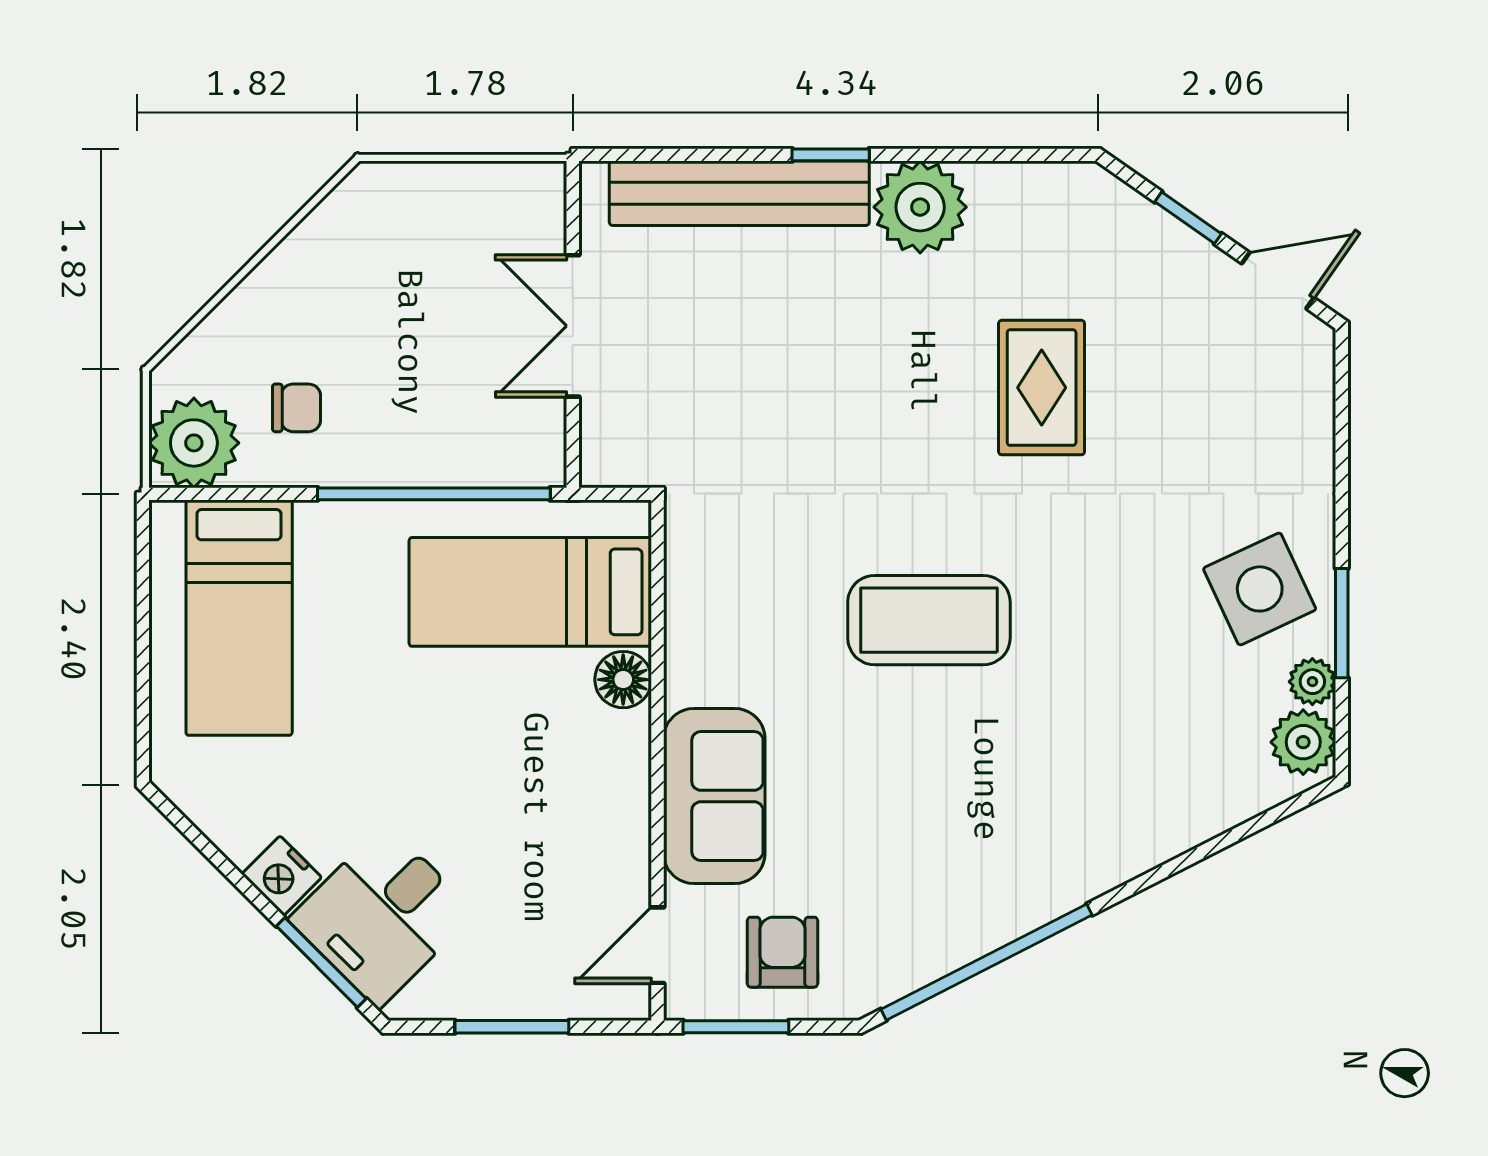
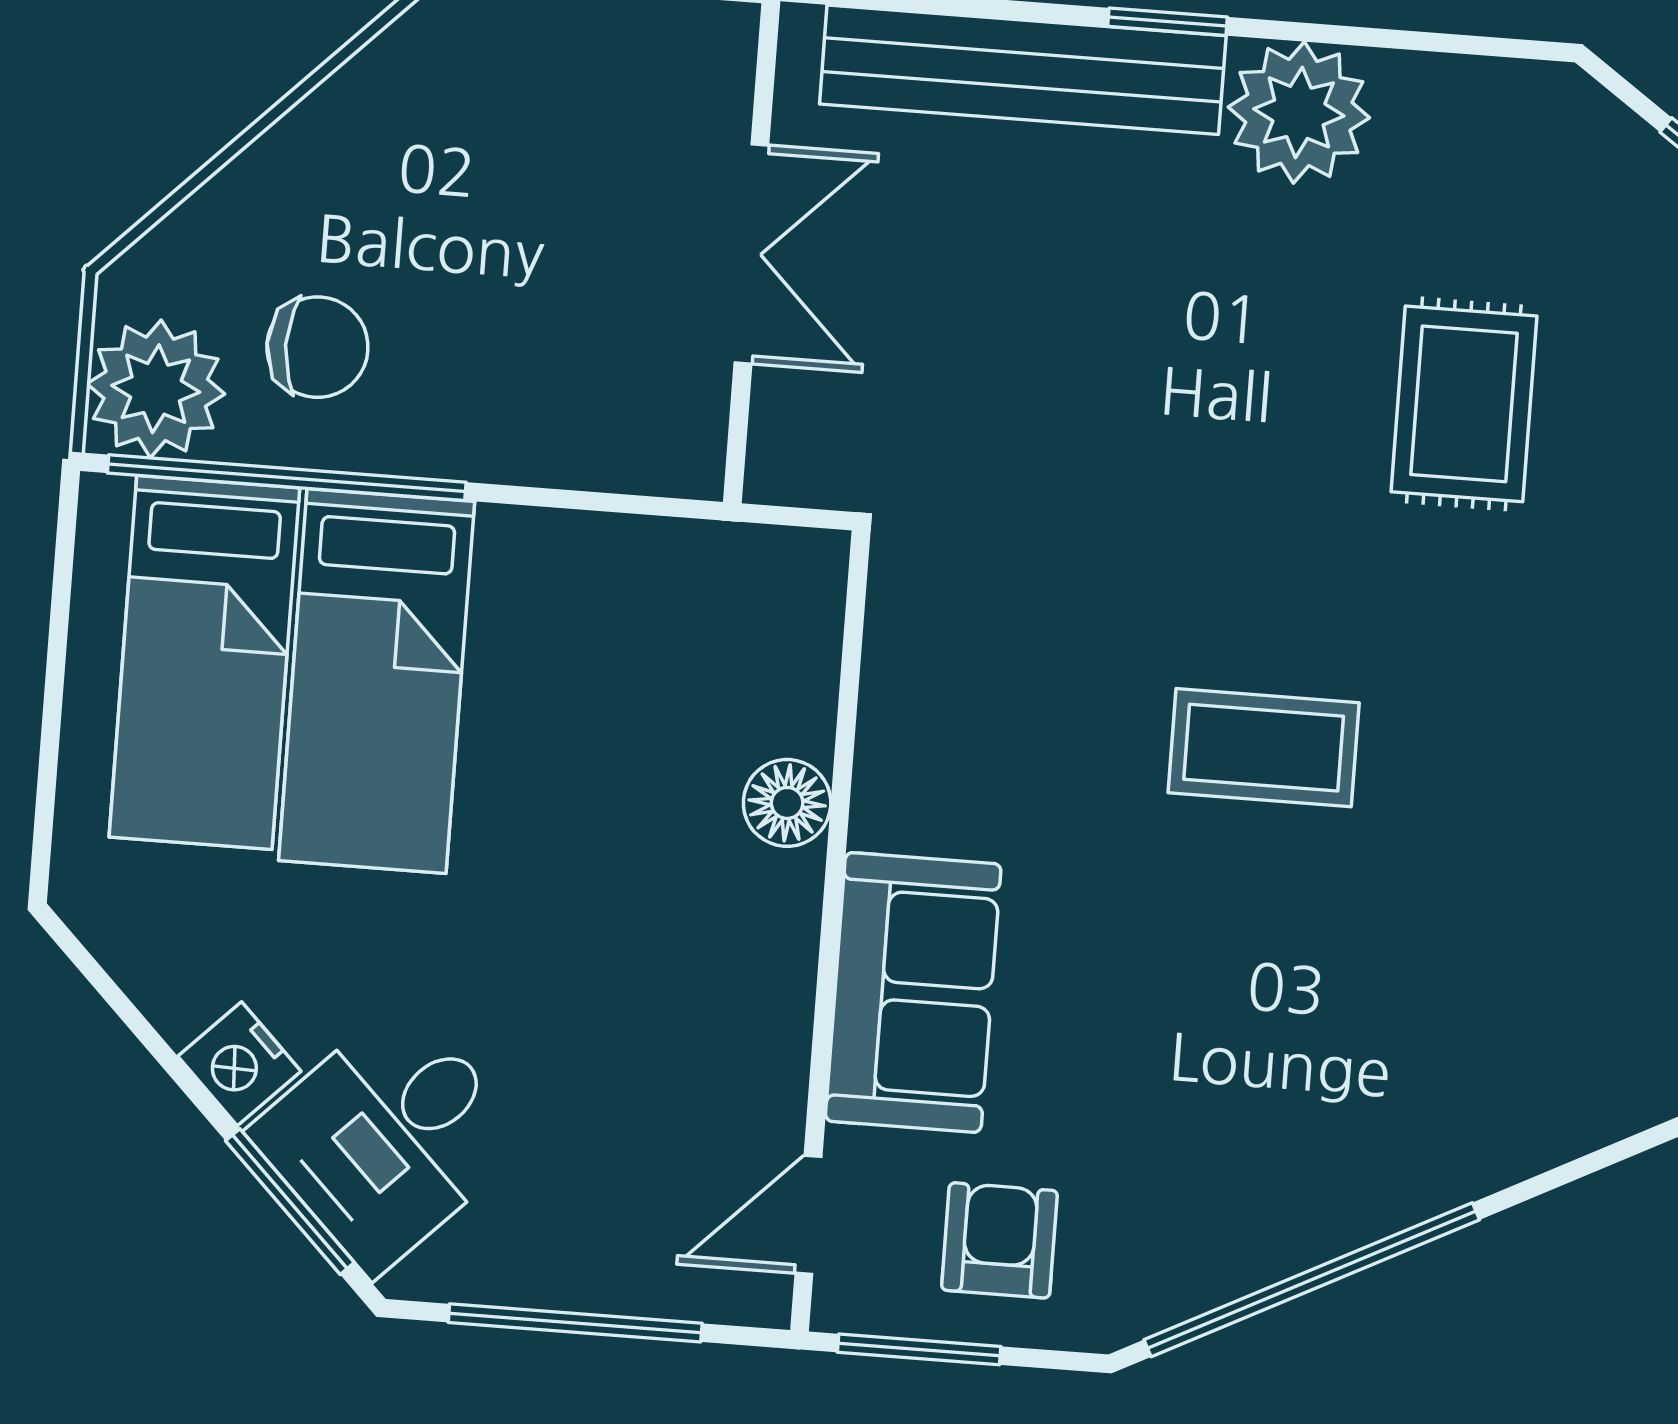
double door: (573, 326) -> (751, 254), swing flipped
chair: (296, 408) -> (317, 347), width x1.37, depth x1.37
window: (434, 494) -> (287, 478), moved
bed: (530, 592) -> (377, 681), moved, turned -90
coffee table: (929, 620) -> (1264, 748), width x0.73, depth x0.76
window: (512, 1027) -> (575, 1323), width x1.44

